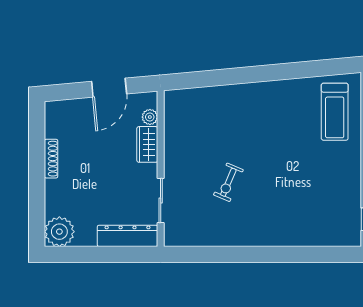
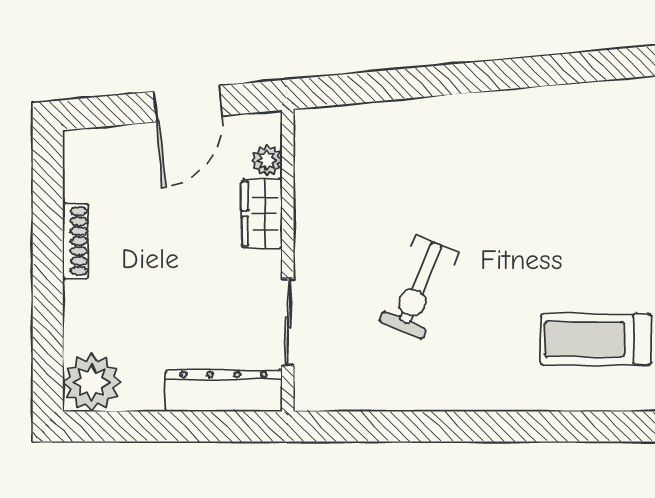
treadmill: (335, 112) -> (596, 339), moved, turned 90
exercise bike: (228, 182) -> (419, 287), width x1.38, depth x1.39

